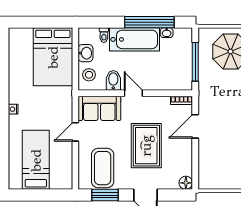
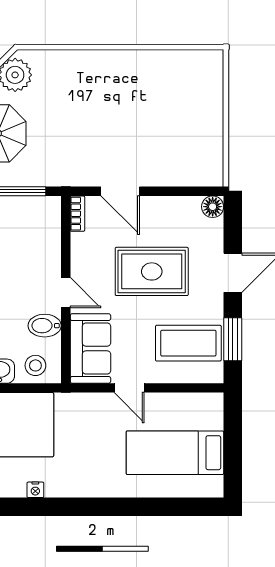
door: (133, 93) -> (66, 293), swing flipped
nightstand: (13, 109) -> (35, 490), moved

